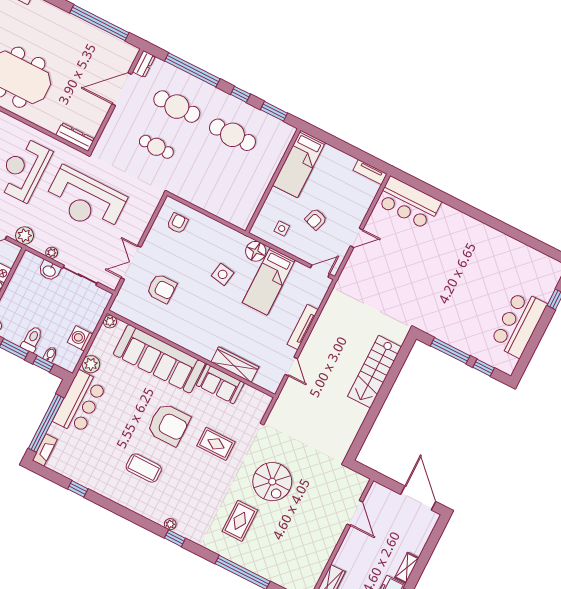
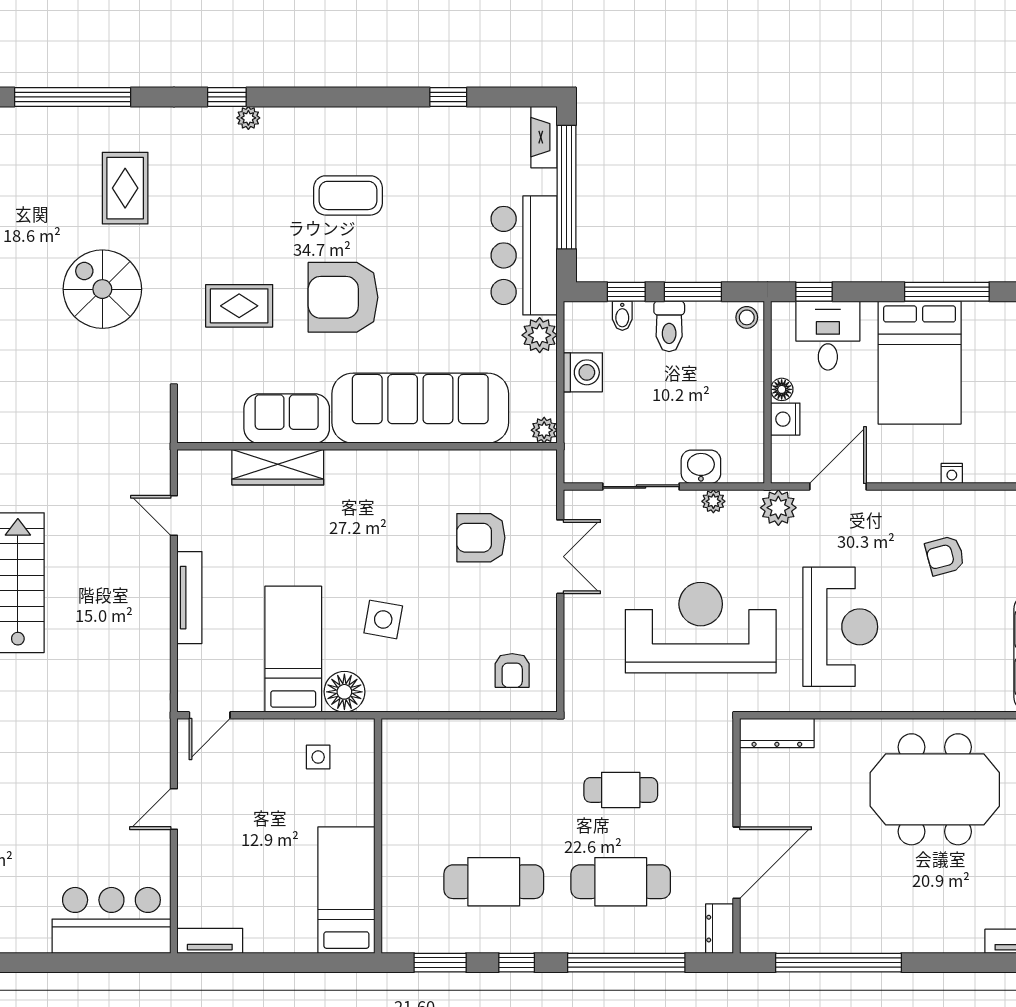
armchair: (316, 219) -> (265, 805), removed

